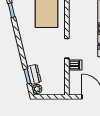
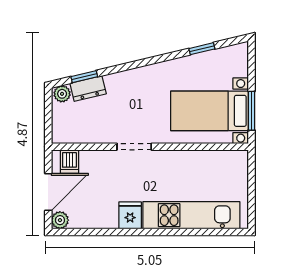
dishwasher: (75, 65) -> (69, 162), moved

